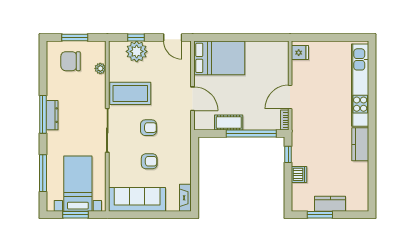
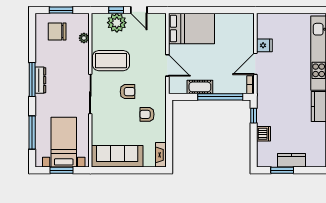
door: (173, 37) -> (139, 10), moved
fridge: (300, 53) -> (264, 45), moved
armchair: (149, 161) -> (147, 114), moved, turned 180

